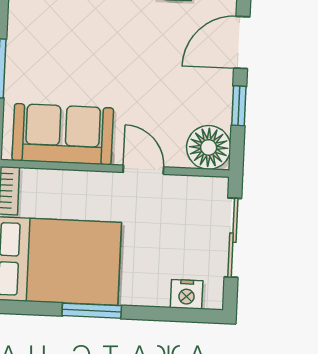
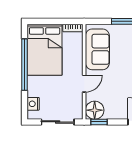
window: (239, 106) -> (99, 122), moved
window: (92, 311) -> (25, 65), width x2.11

